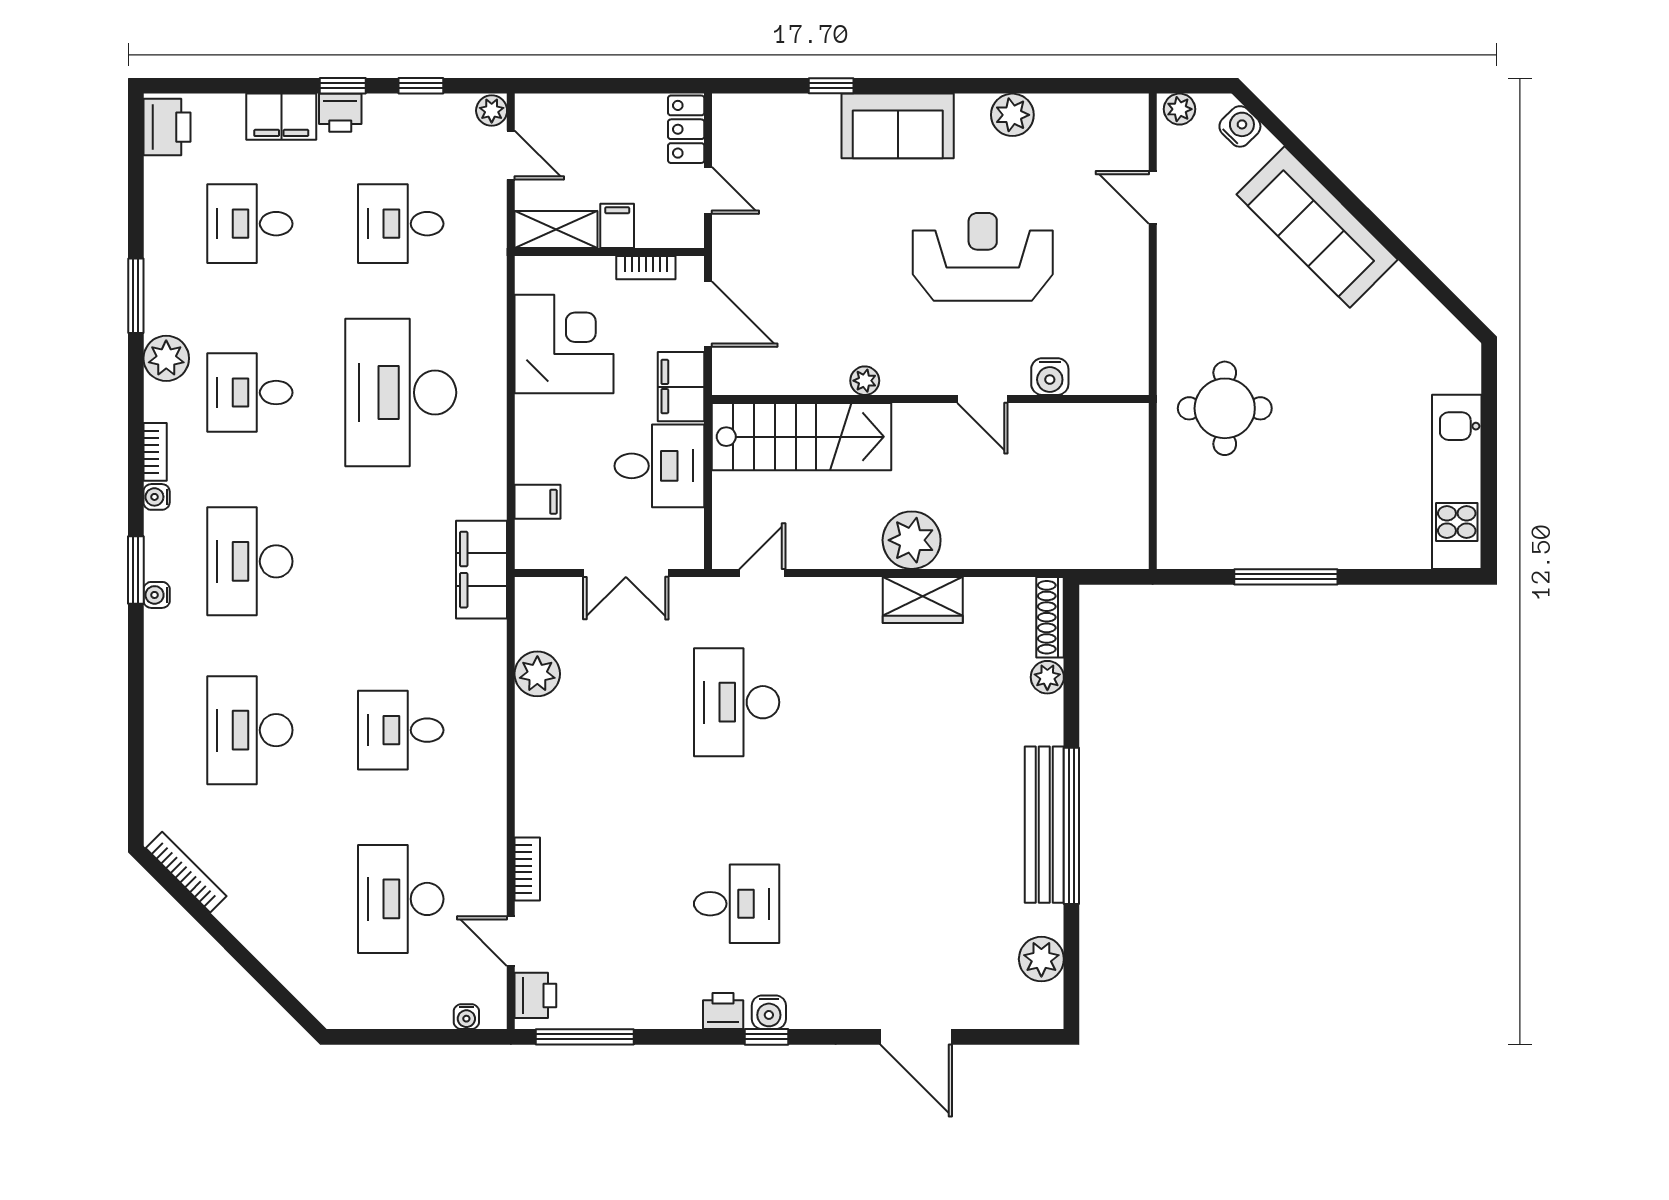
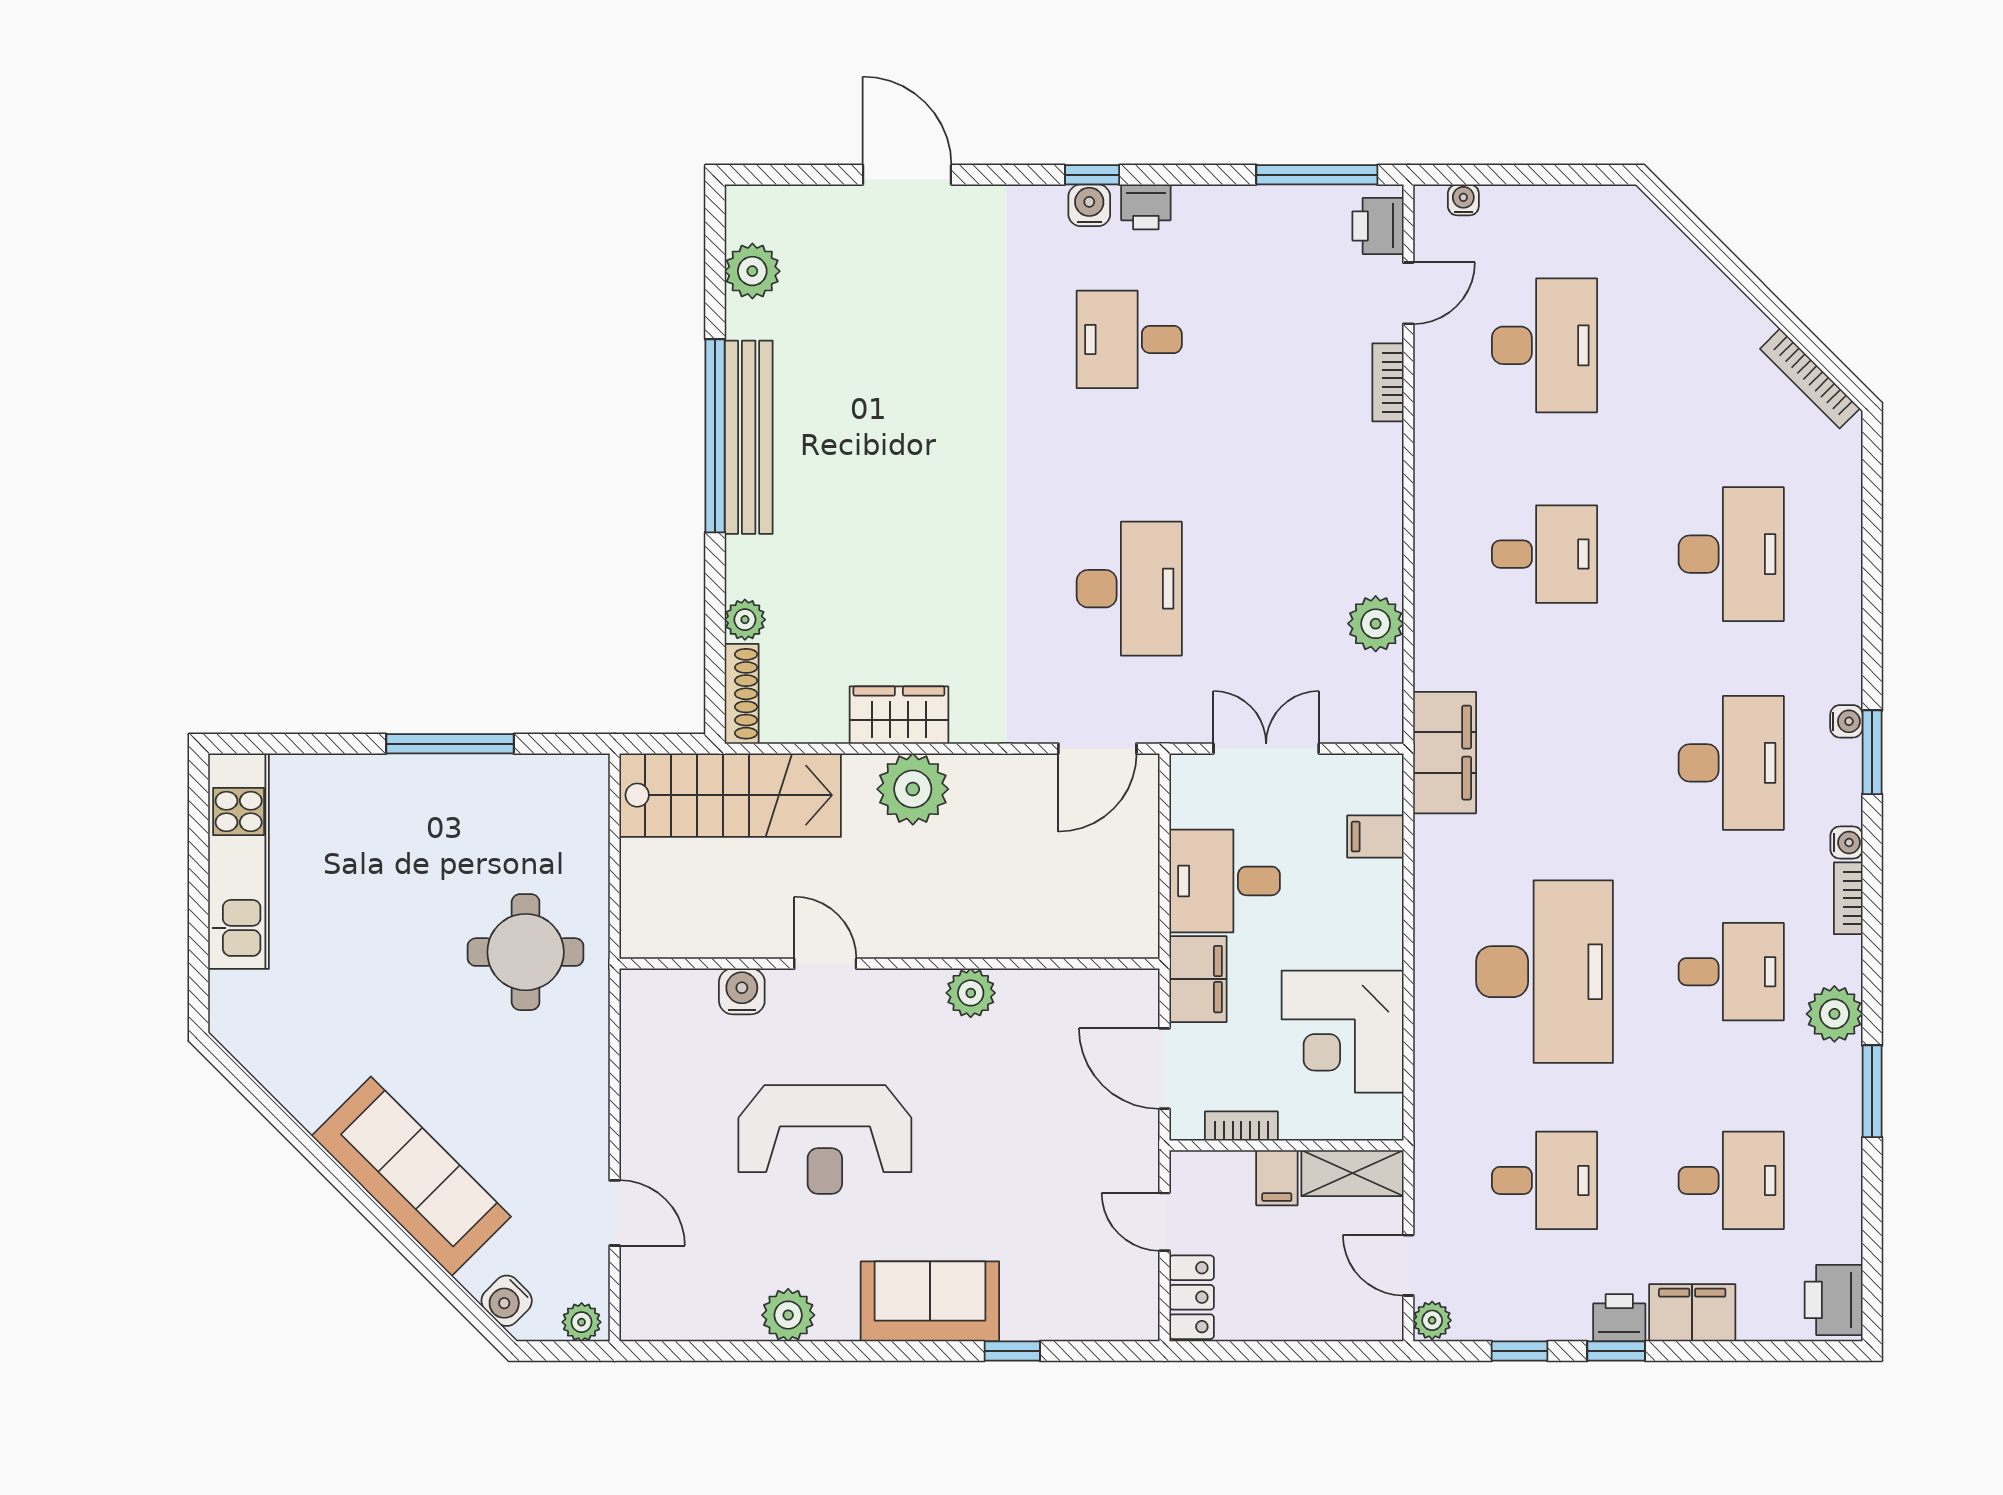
plant: (865, 381) -> (971, 993), width x1.38, depth x1.38
stairs: (801, 437) -> (730, 795), moved, turned 180
door: (762, 573) -> (1097, 749), width x1.38
door: (511, 941) -> (1408, 293), hinge flipped

